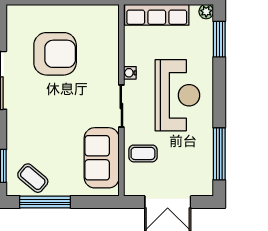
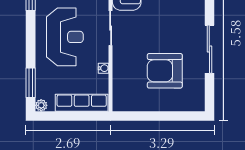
water cooler: (130, 73) -> (104, 68), moved
reception desk: (177, 95) -> (65, 37), turned 180

